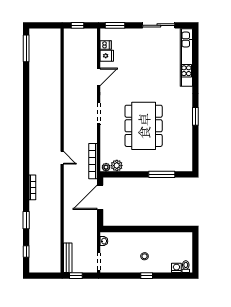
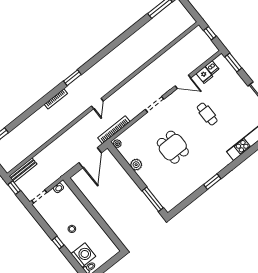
cafe table: (139, 78) -> (207, 114), added
dining table: (144, 126) -> (173, 147), width x0.53, depth x0.80
plant: (117, 166) -> (136, 165), moved
window: (162, 174) -> (153, 199), moved
door: (100, 197) -> (90, 158), swing flipped
window: (26, 220) -> (72, 78), moved
washing machine: (176, 268) -> (83, 255), width x1.89, depth x1.89

